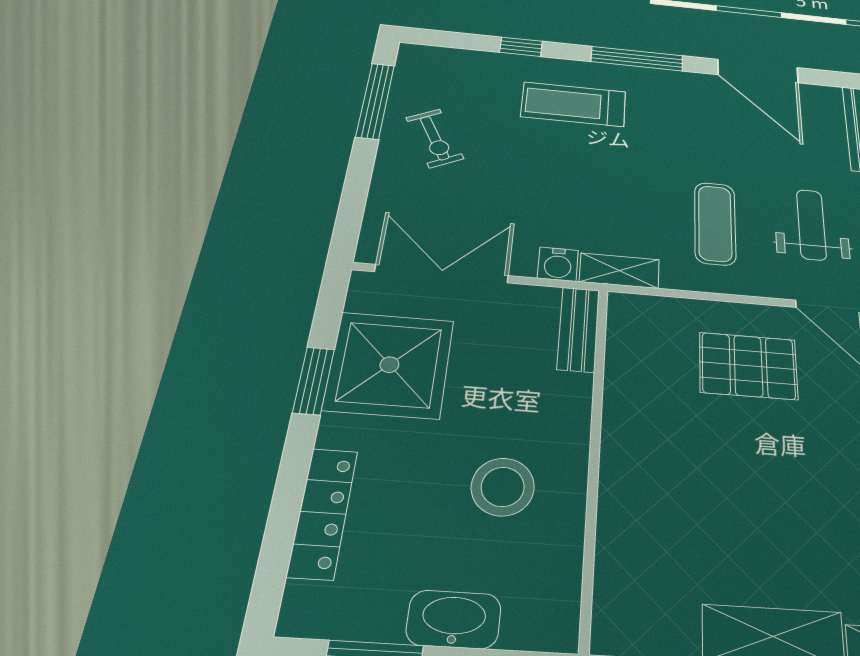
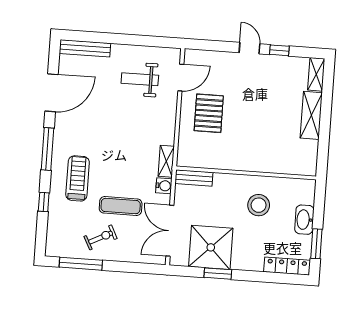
treadmill: (574, 104) -> (78, 178), turned 180
exercise mat: (715, 223) -> (121, 206), moved
locker: (323, 513) -> (287, 266), moved

